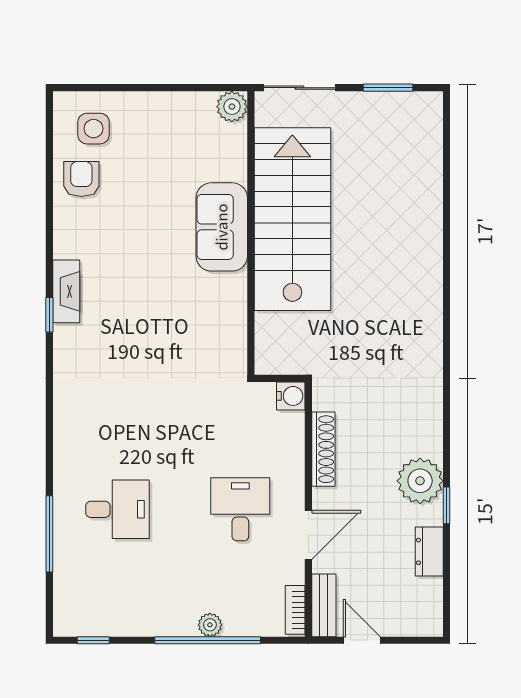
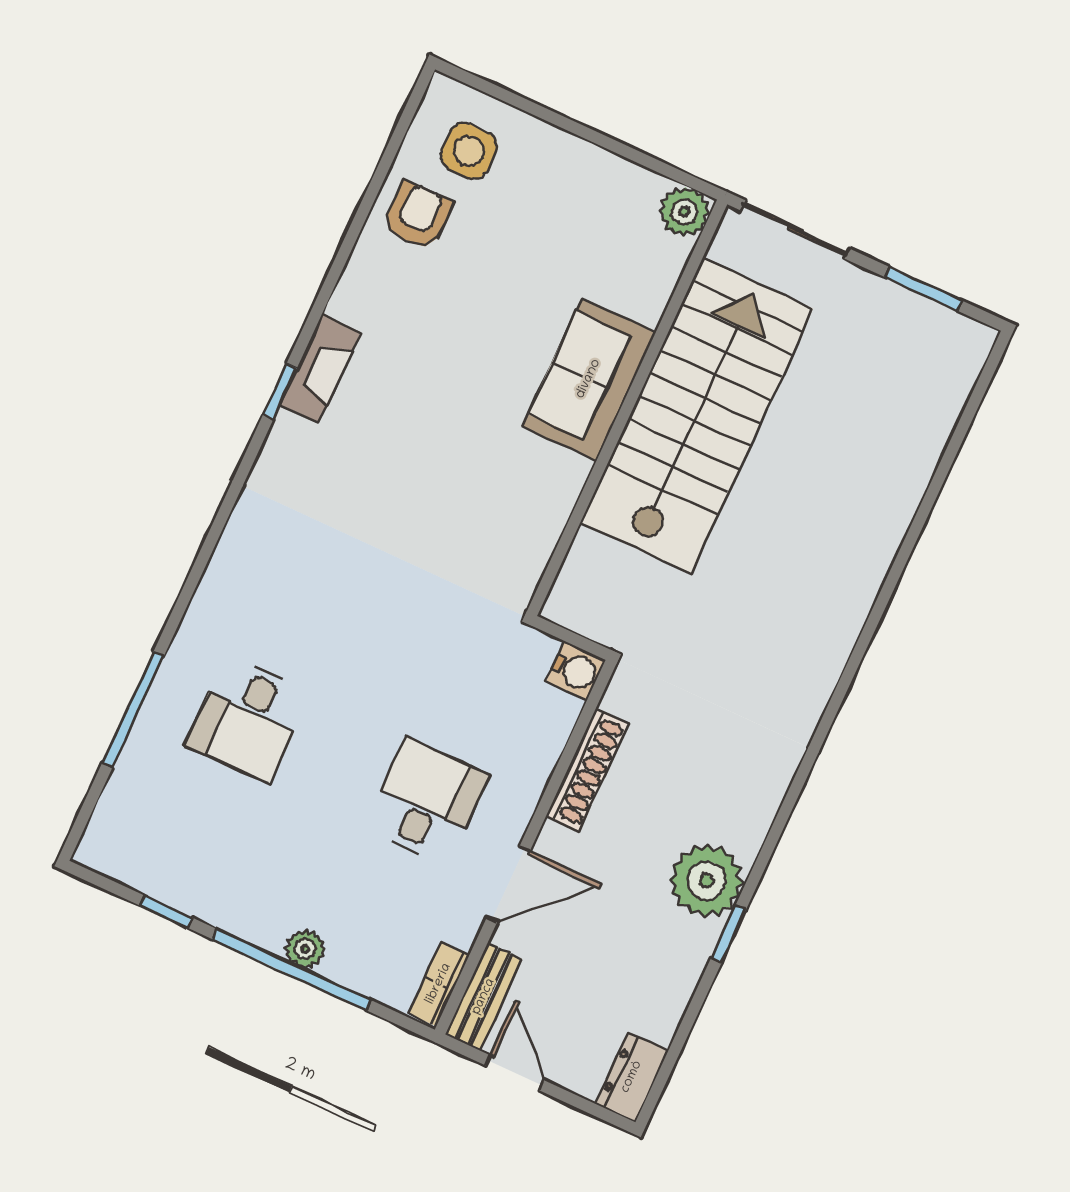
desk: (117, 509) -> (248, 719), turned 90
dresser: (429, 551) -> (632, 1077), moved
window: (93, 640) -> (166, 912), moved

